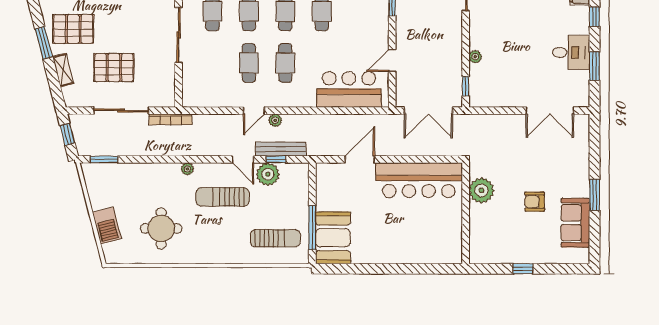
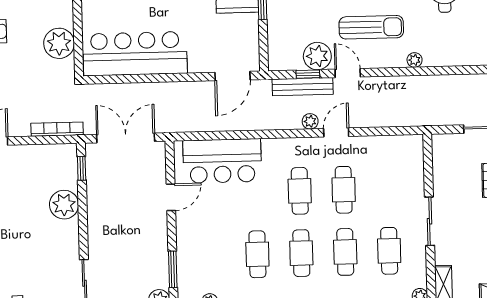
sliding door: (178, 35) -> (429, 221), width x0.73
plant: (475, 57) -> (64, 205), width x1.88, depth x1.88
bookcase: (170, 119) -> (57, 129), moved
door: (360, 159) -> (232, 76), moved

